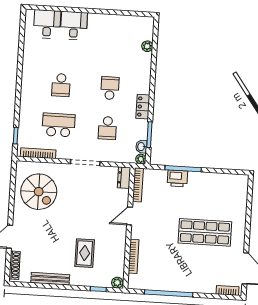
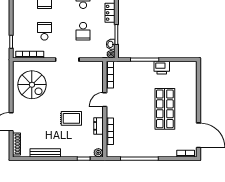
school desk: (59, 125) -> (44, 31), width x0.54
dresser: (124, 178) -> (99, 126), moved
printer: (177, 178) -> (162, 68), moved
shop shelf: (205, 232) -> (165, 109), turned 90
rug: (85, 253) -> (71, 118), moved, turned 90

